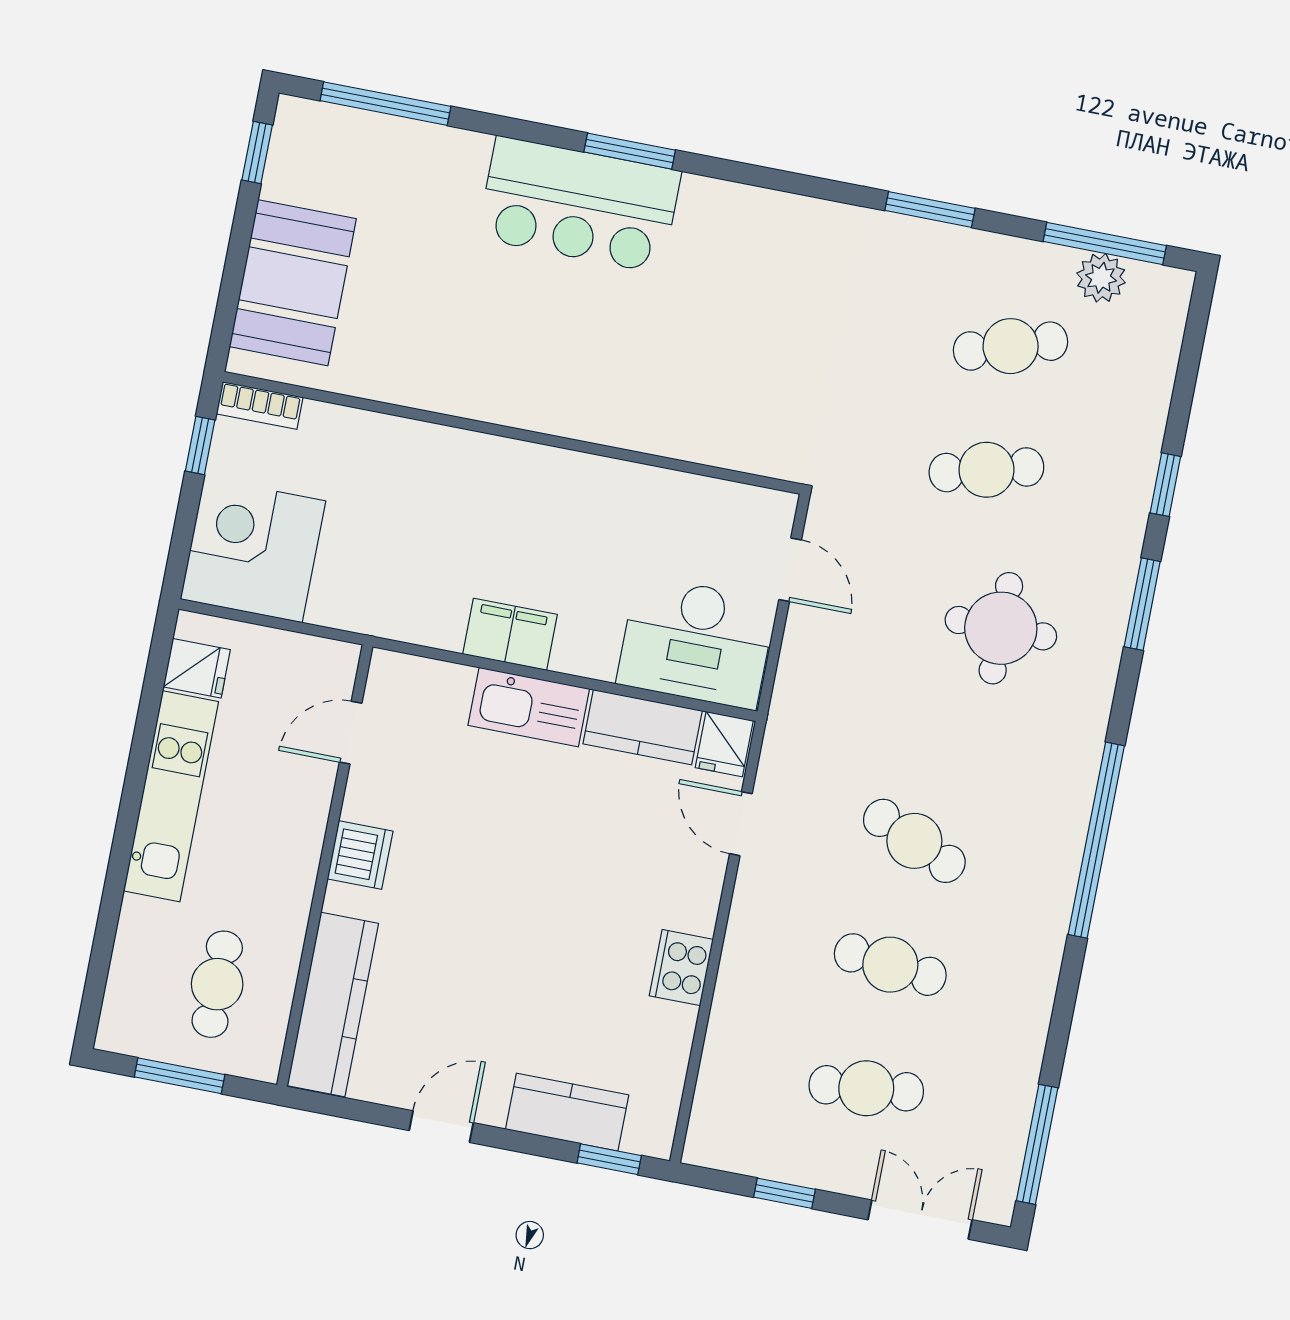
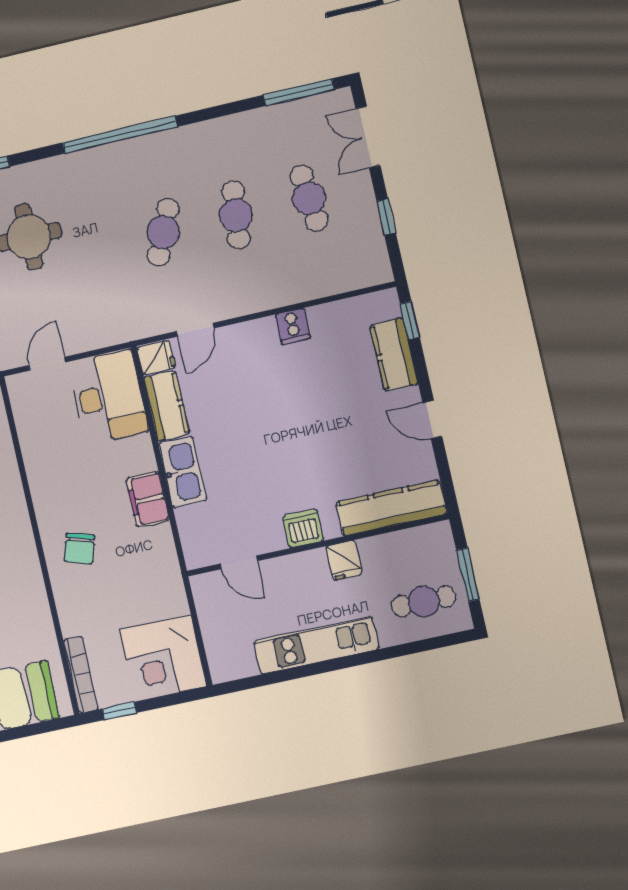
bookcase: (260, 405) -> (81, 675), width x1.56
chair: (480, 494) -> (79, 548), added
fridge: (197, 668) -> (344, 560), moved, turned 180
cooker: (681, 968) -> (293, 326), width x0.73
cafe table: (217, 984) -> (424, 601), moved

